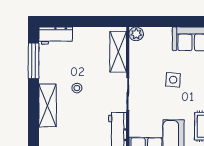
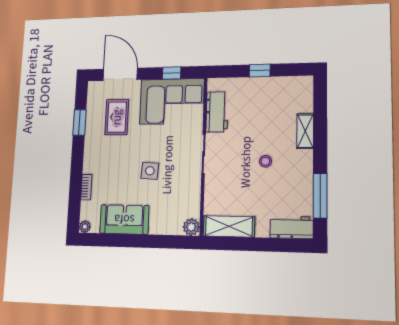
shelving: (118, 52) -> (229, 226), moved, turned 90
shelving: (48, 105) -> (305, 131), width x0.67, depth x0.75

